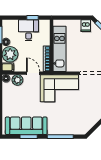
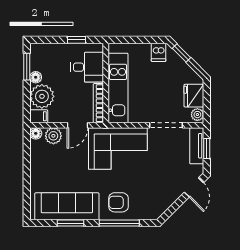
desk: (29, 30) -> (87, 67), moved, turned 90
door: (33, 73) -> (78, 125), swing flipped
armchair: (60, 123) -> (118, 202), added

